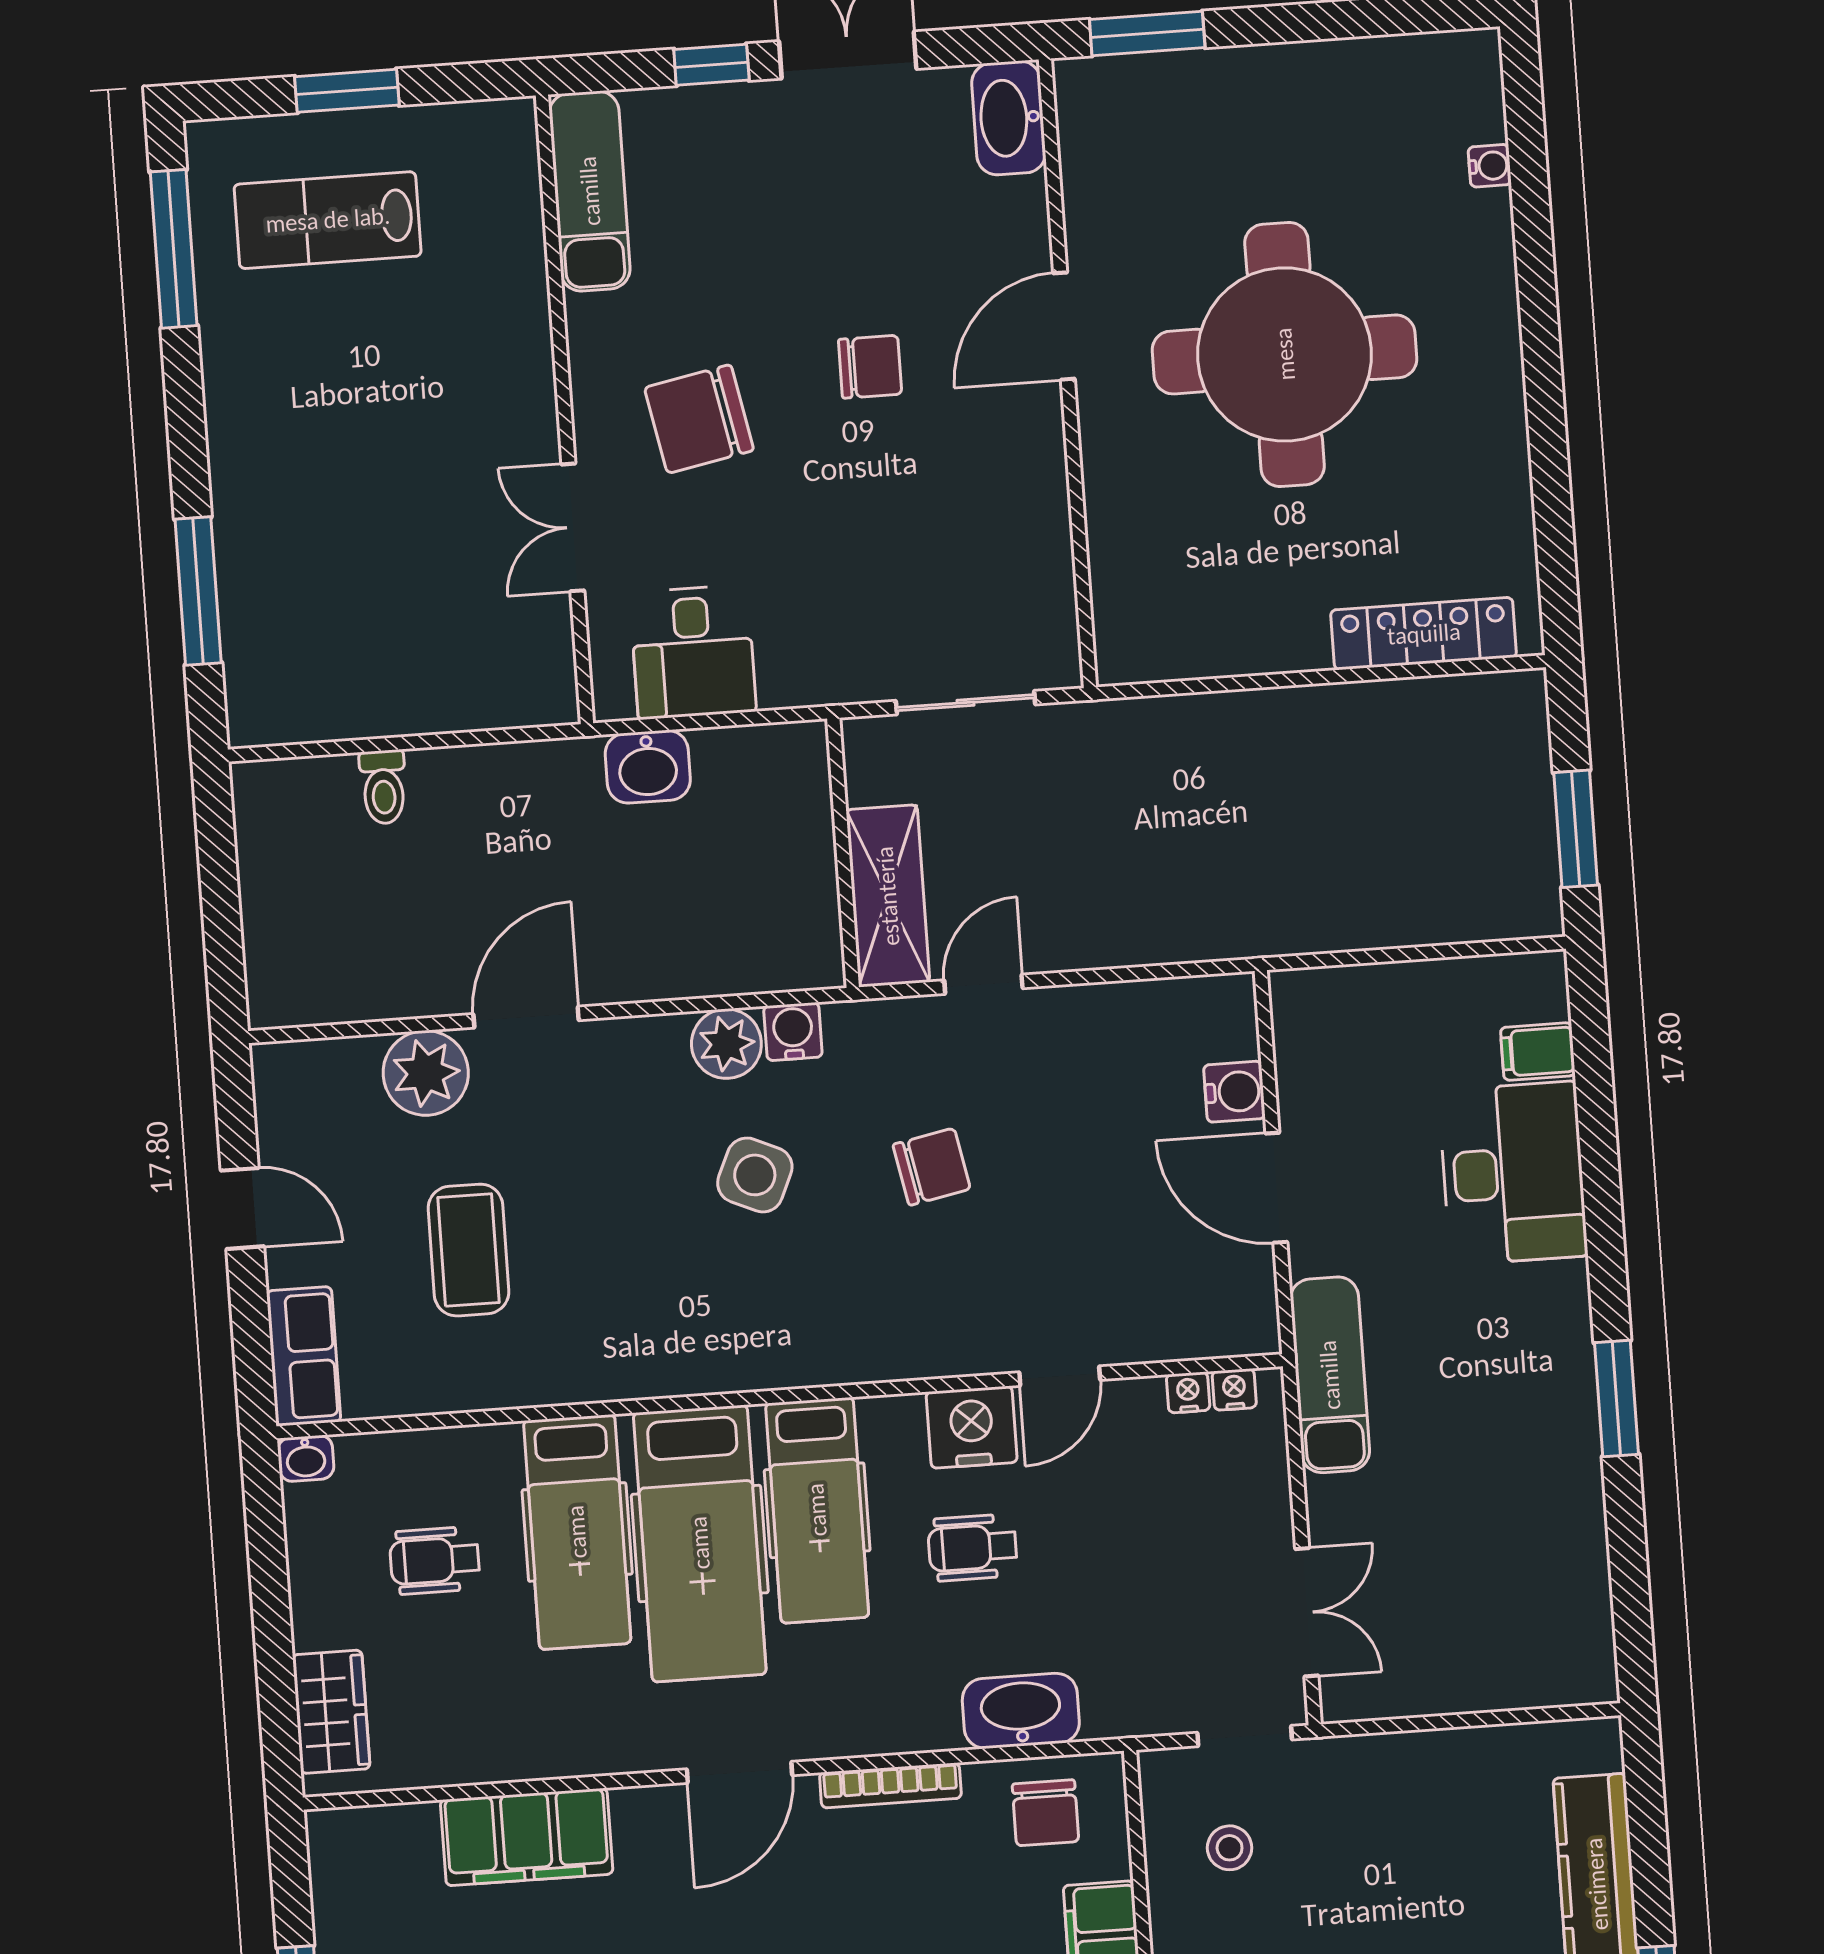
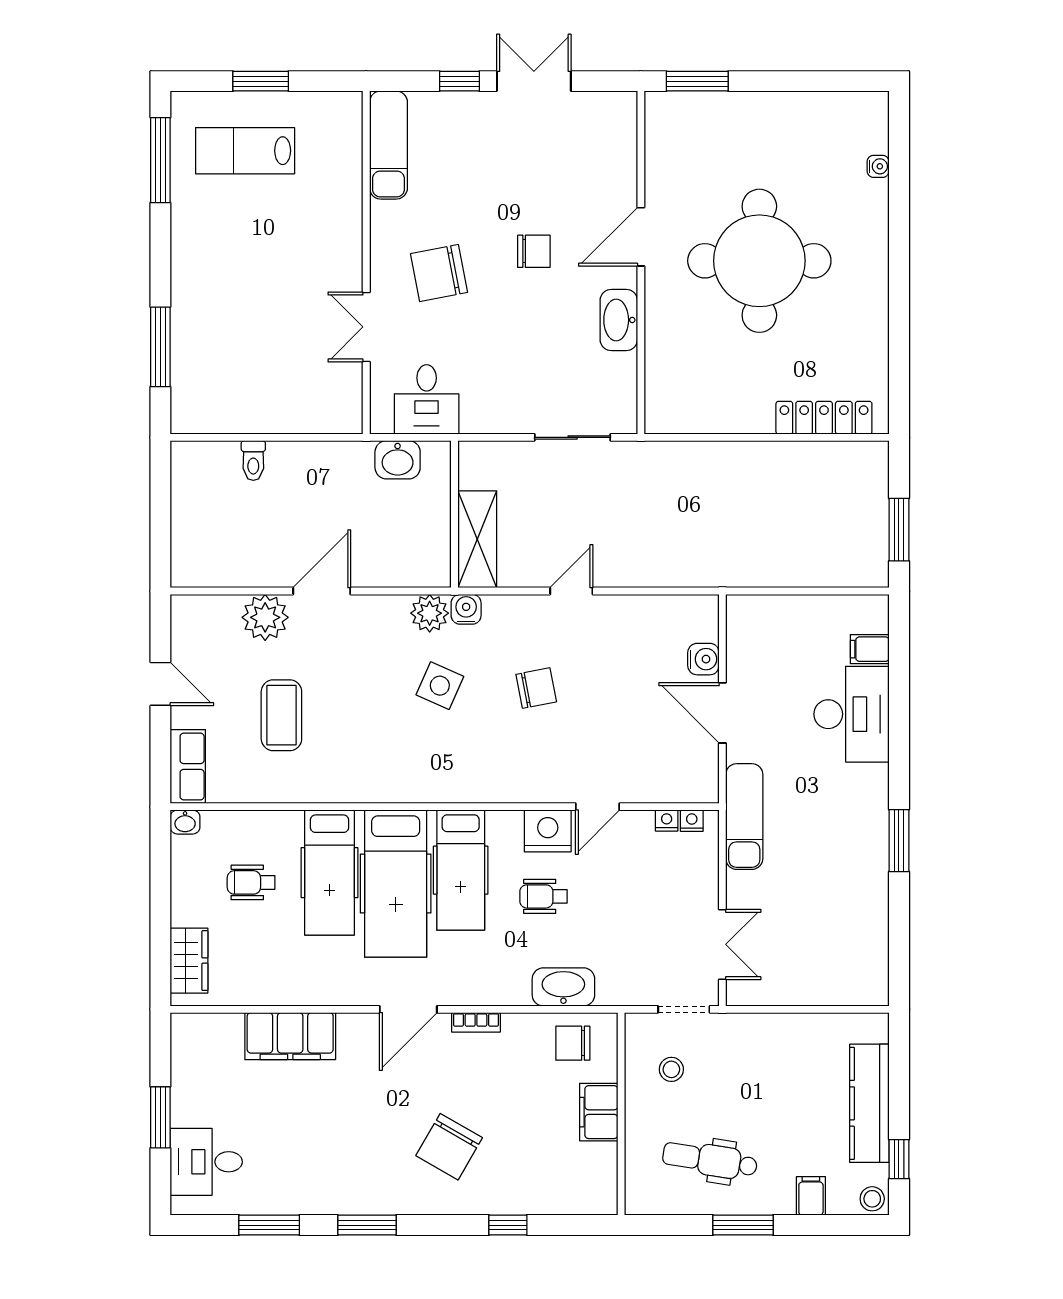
washbasin: (1009, 118) -> (619, 320), moved
wall: (843, 853) -> (454, 514), moved
shelving: (888, 896) -> (477, 539), moved
bookcase: (890, 1785) -> (476, 1022), width x0.64
chair: (1045, 1813) -> (573, 1043), turned 90

